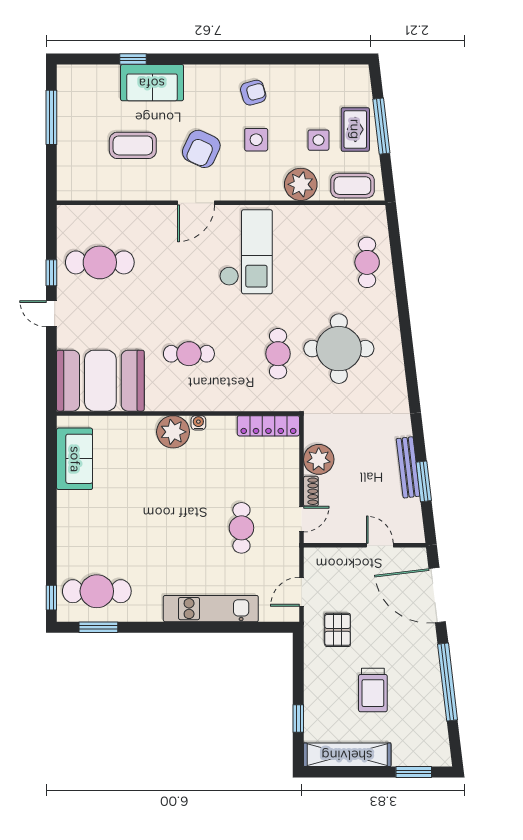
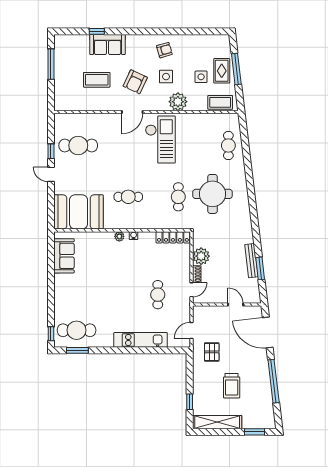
plant: (301, 184) -> (178, 102), moved
plant: (173, 432) -> (119, 236), width x0.53, depth x0.53

